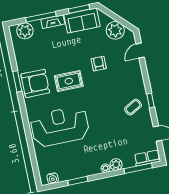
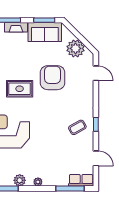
door: (140, 51) -> (96, 73), swing flipped
armchair: (99, 64) -> (52, 78), width x1.88, depth x1.88
plant: (116, 164) -> (20, 180), moved

